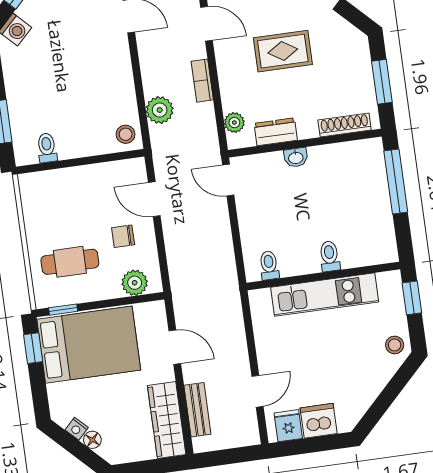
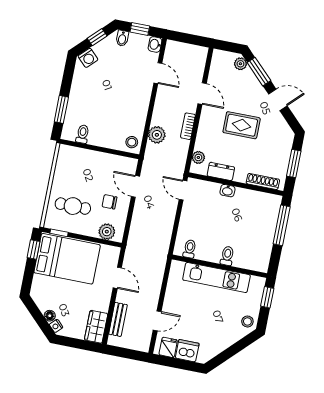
wardrobe: (167, 420) -> (96, 327), width x0.67
nightstand: (77, 429) -> (56, 326), moved

